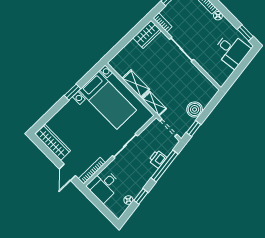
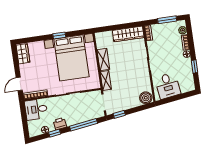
window: (245, 33) -> (194, 67), moved
wardrobe: (147, 34) -> (128, 34), width x1.50
desk: (232, 50) -> (168, 86), moved
bed with nightstands: (108, 100) -> (71, 58), width x1.36
boiler: (195, 109) -> (146, 98), moved
wardrobe: (53, 143) -> (23, 54), width x0.67
printer: (158, 159) -> (60, 124), moved

